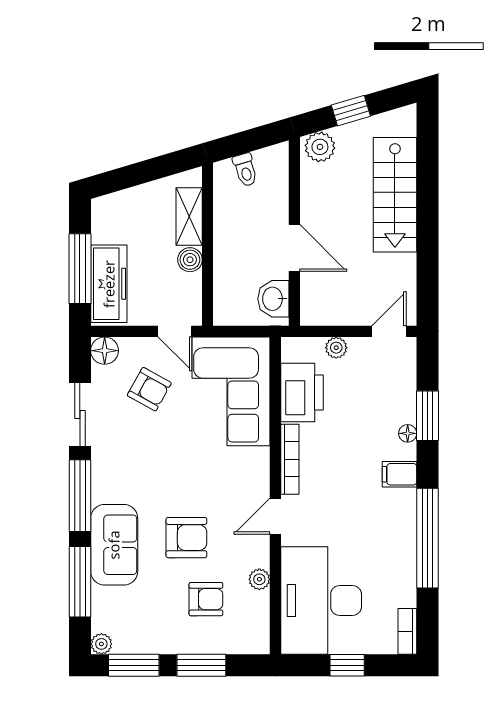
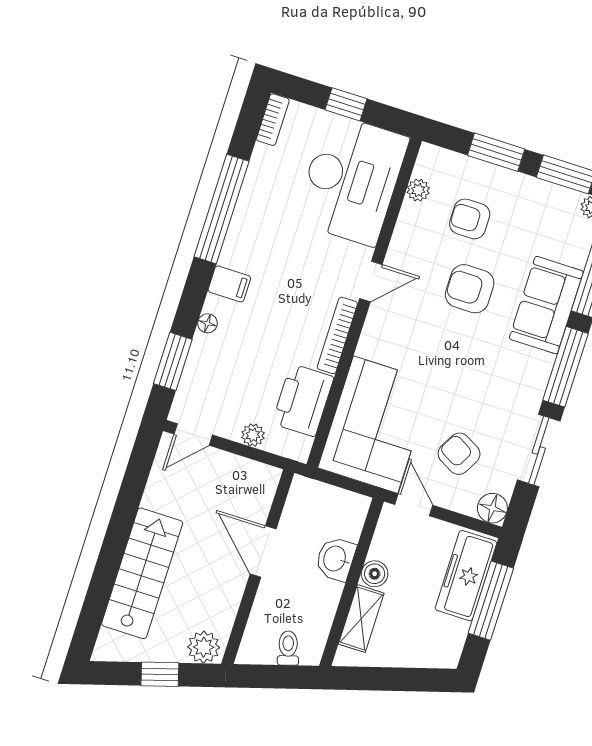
washbasin: (273, 299) -> (335, 559), moved, turned 180
window: (427, 416) -> (173, 361), moved
plant: (259, 579) -> (418, 190), moved

